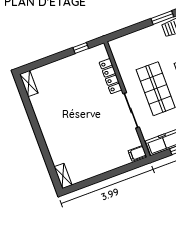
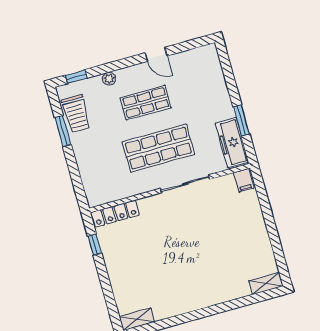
locker: (110, 76) -> (115, 214), moved

